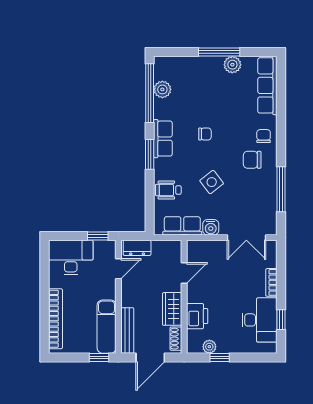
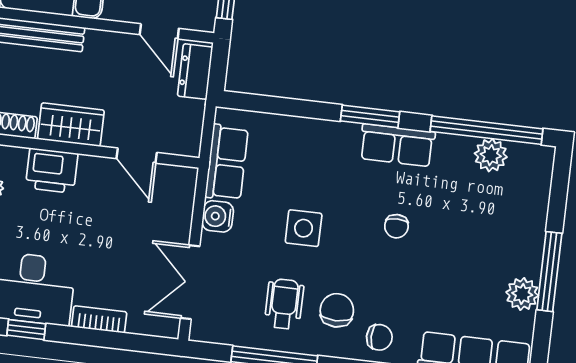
side table: (212, 182) -> (304, 228), turned 38
wheelchair: (168, 190) -> (284, 304), moved

